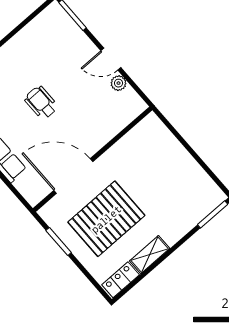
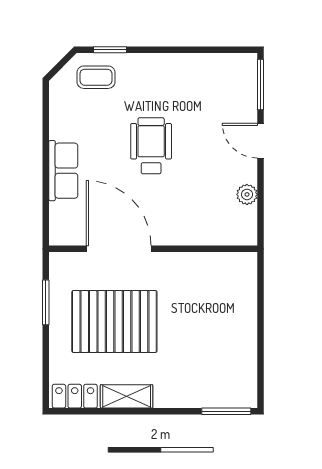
door: (111, 59) -> (261, 141), moved
wheelchair: (41, 103) -> (151, 146), width x1.36, depth x1.37

